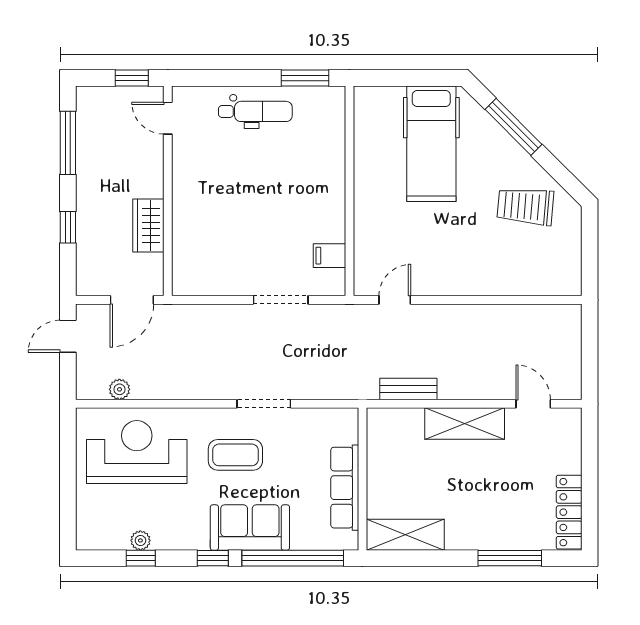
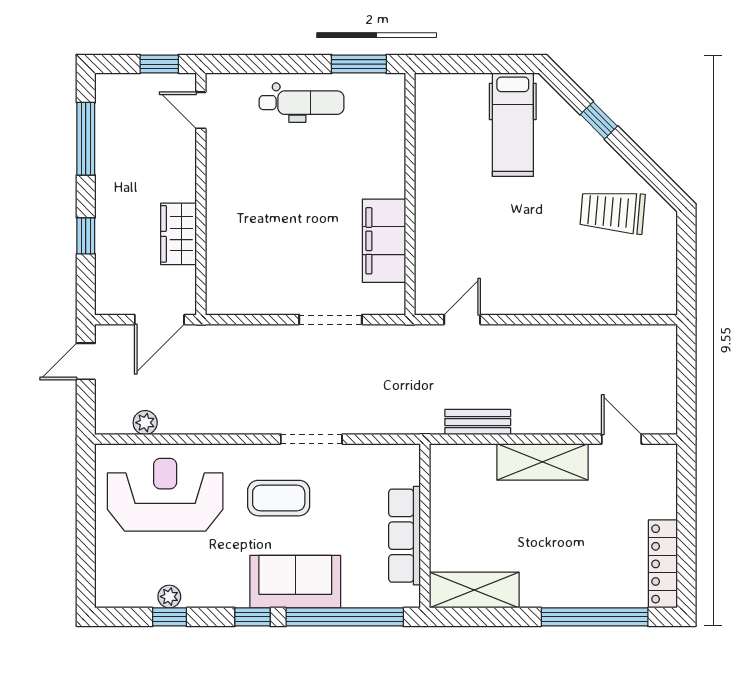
window: (514, 127) -> (599, 120), width x0.46
hospital bed: (431, 144) -> (513, 125), width x0.73, depth x0.78
filing cabinet: (330, 256) -> (384, 241), width x3.00, depth x1.17
window: (510, 558) -> (595, 617), width x1.46

